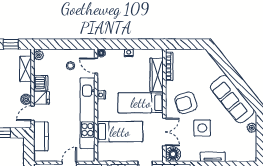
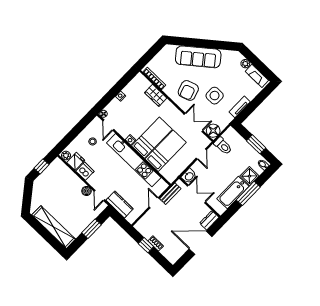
door: (96, 66) -> (108, 125), hinge flipped
shelving: (26, 69) -> (67, 172), removed
wardrobe: (157, 75) -> (156, 95), width x0.67
fridge: (42, 98) -> (76, 161), moved
sofa: (232, 99) -> (198, 57), moved
bed: (141, 103) -> (152, 138), moved, turned 180
fireplace: (251, 147) -> (257, 76), added

